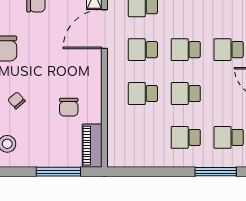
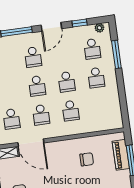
piano: (92, 146) -> (121, 155), moved, turned 90

